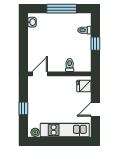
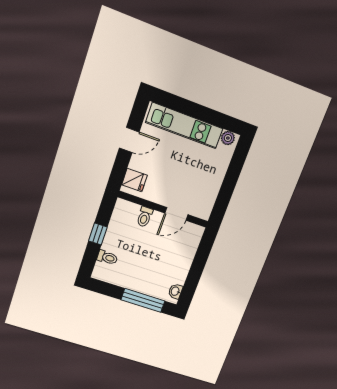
window: (62, 9) -> (143, 300), moved
door: (40, 74) -> (176, 214), moved
window: (23, 108) -> (231, 179), removed

